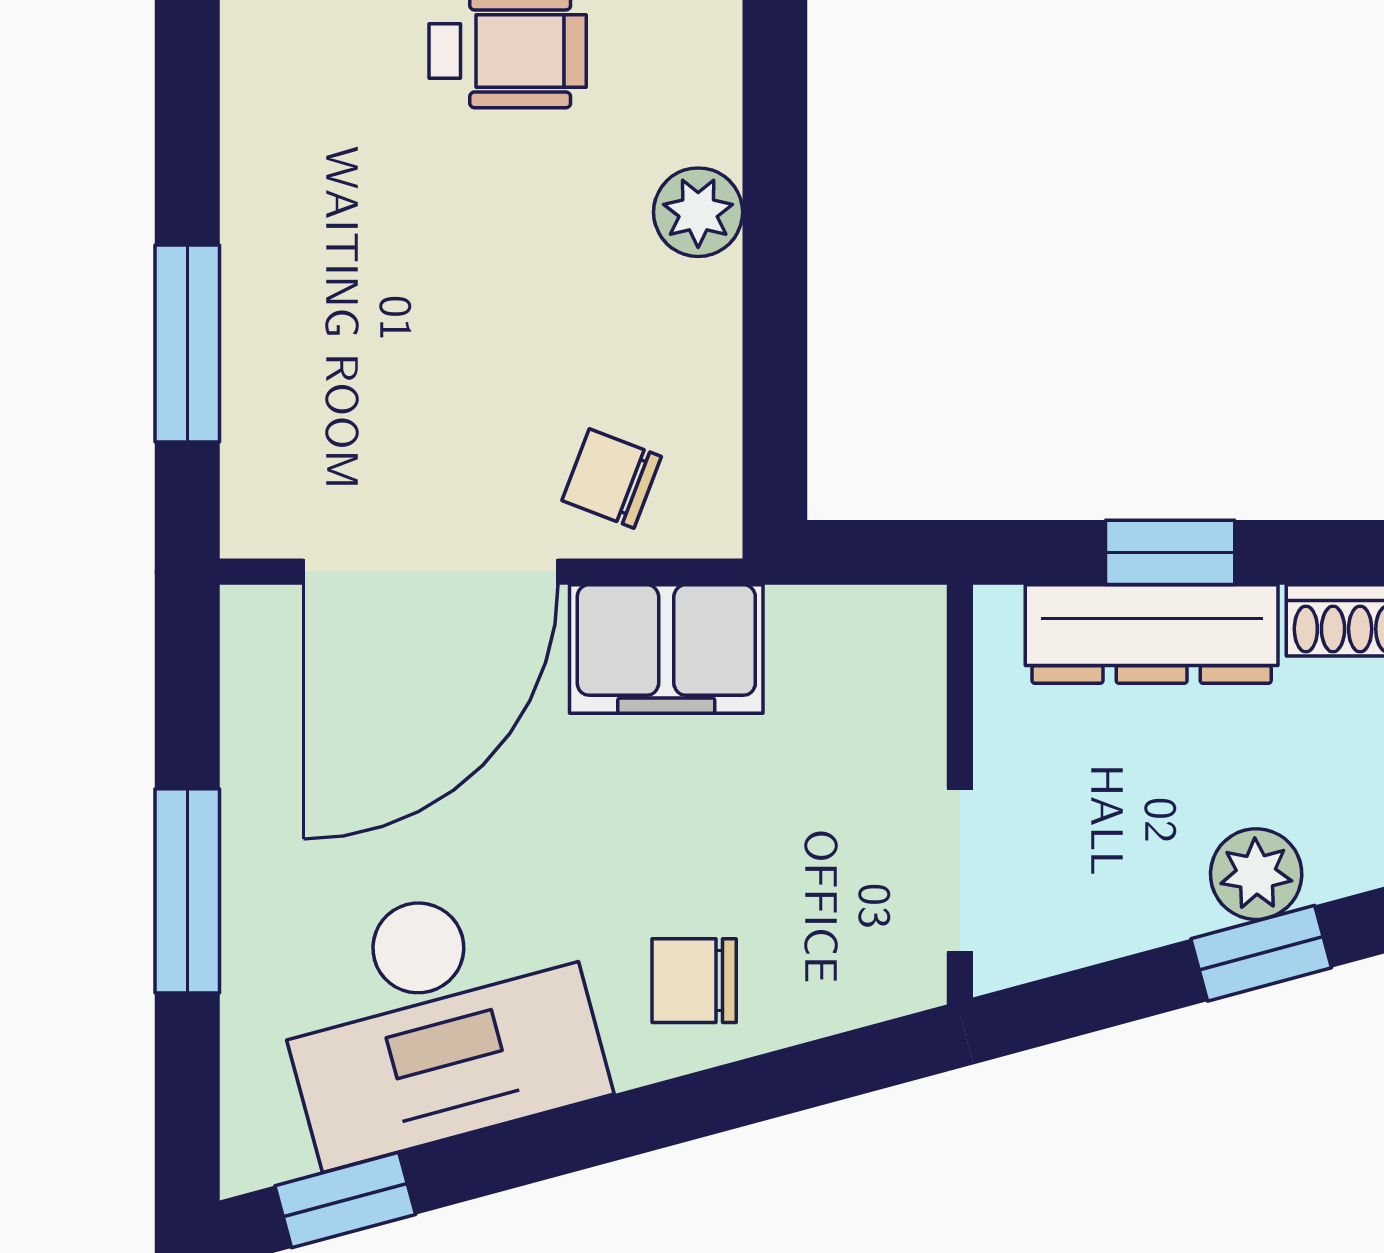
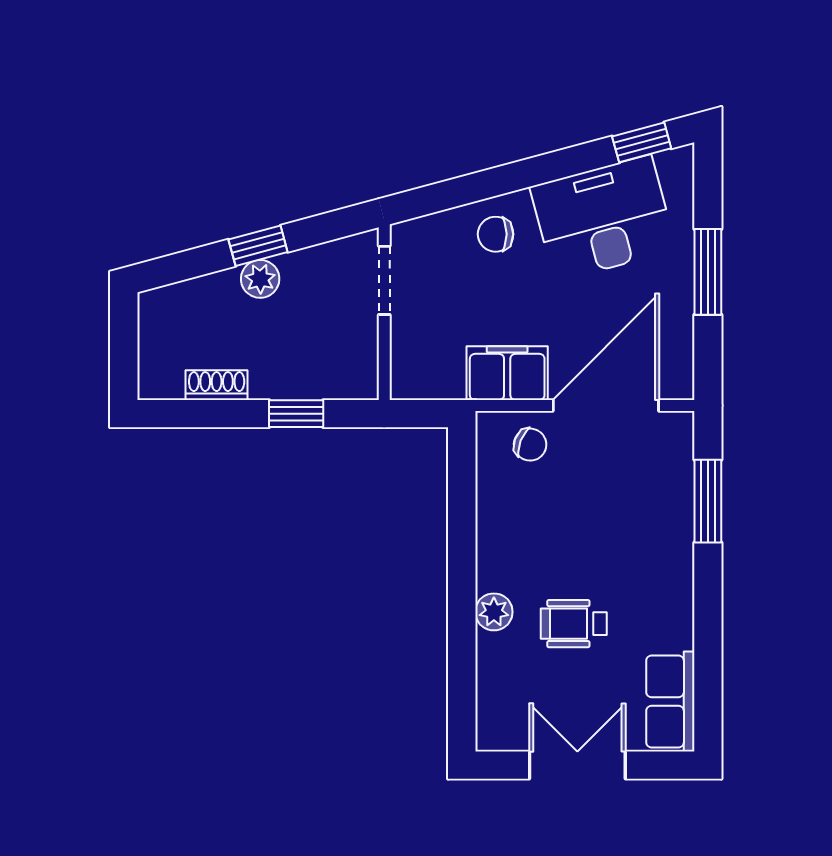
plant: (698, 212) -> (494, 612), moved
dresser: (1152, 634) -> (304, 379), removed
chair: (694, 981) -> (496, 234), turned 180

